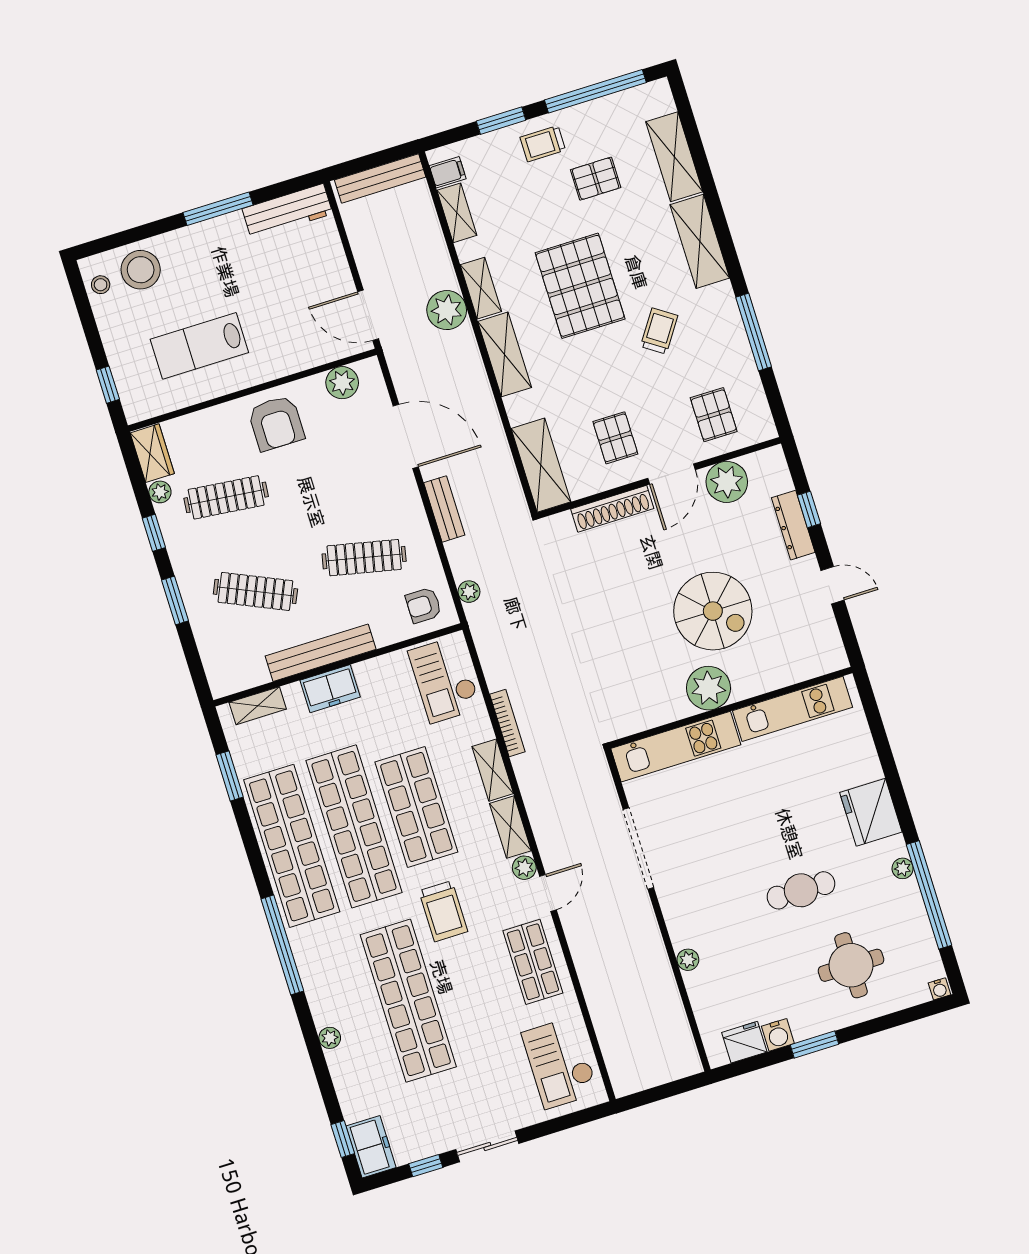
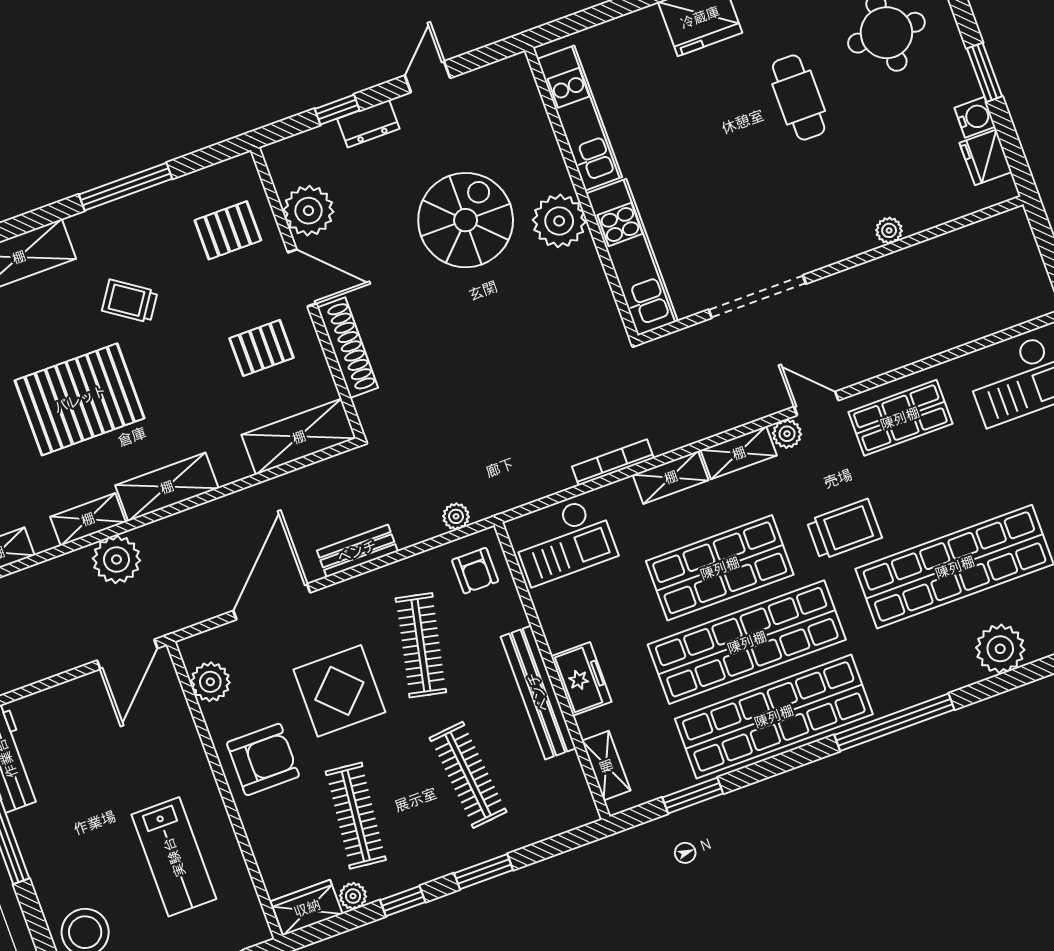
display table: (330, 489) -> (339, 691), added
dresser: (793, 525) -> (368, 124), width x0.70
clothes rail: (255, 591) -> (468, 775), turned -30
plant: (330, 1038) -> (1000, 649), width x1.88, depth x1.88

